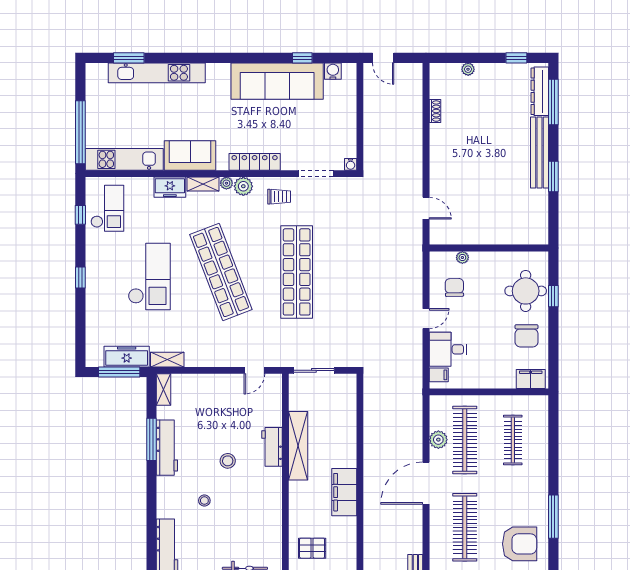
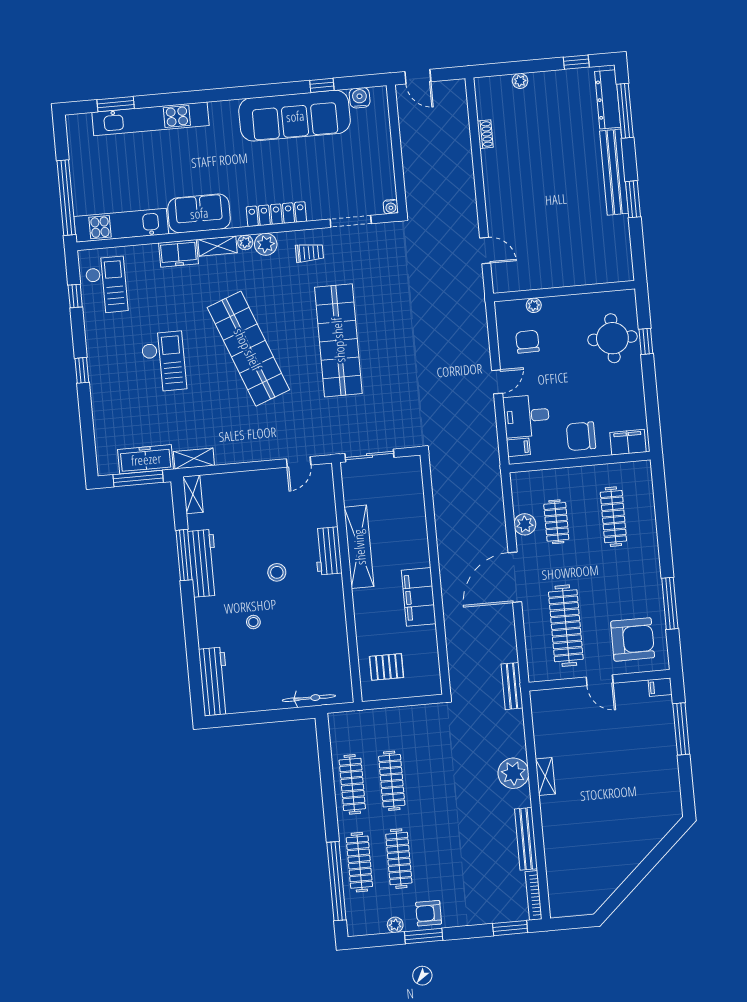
checkout: (149, 276) -> (164, 362), width x0.73, depth x0.83
chair: (527, 336) -> (581, 436), moved, turned 90
clothes rail: (465, 440) -> (556, 522), width x0.54, depth x0.76

